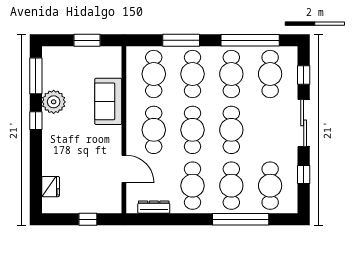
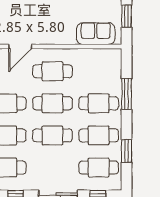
window: (250, 40) -> (127, 151), width x0.47
cafe table: (154, 74) -> (99, 71), removed
sofa: (108, 101) -> (96, 34), moved

